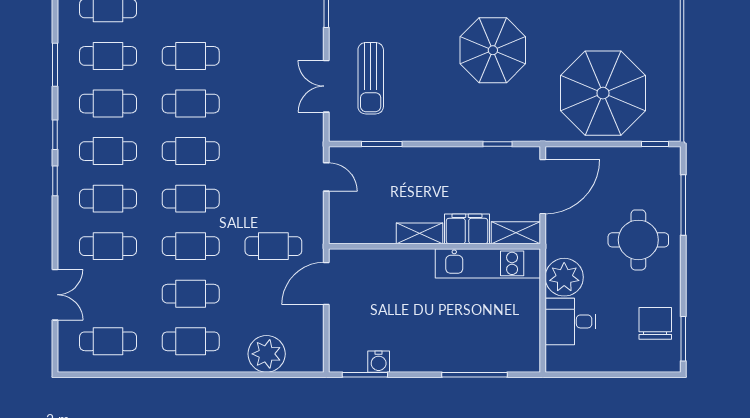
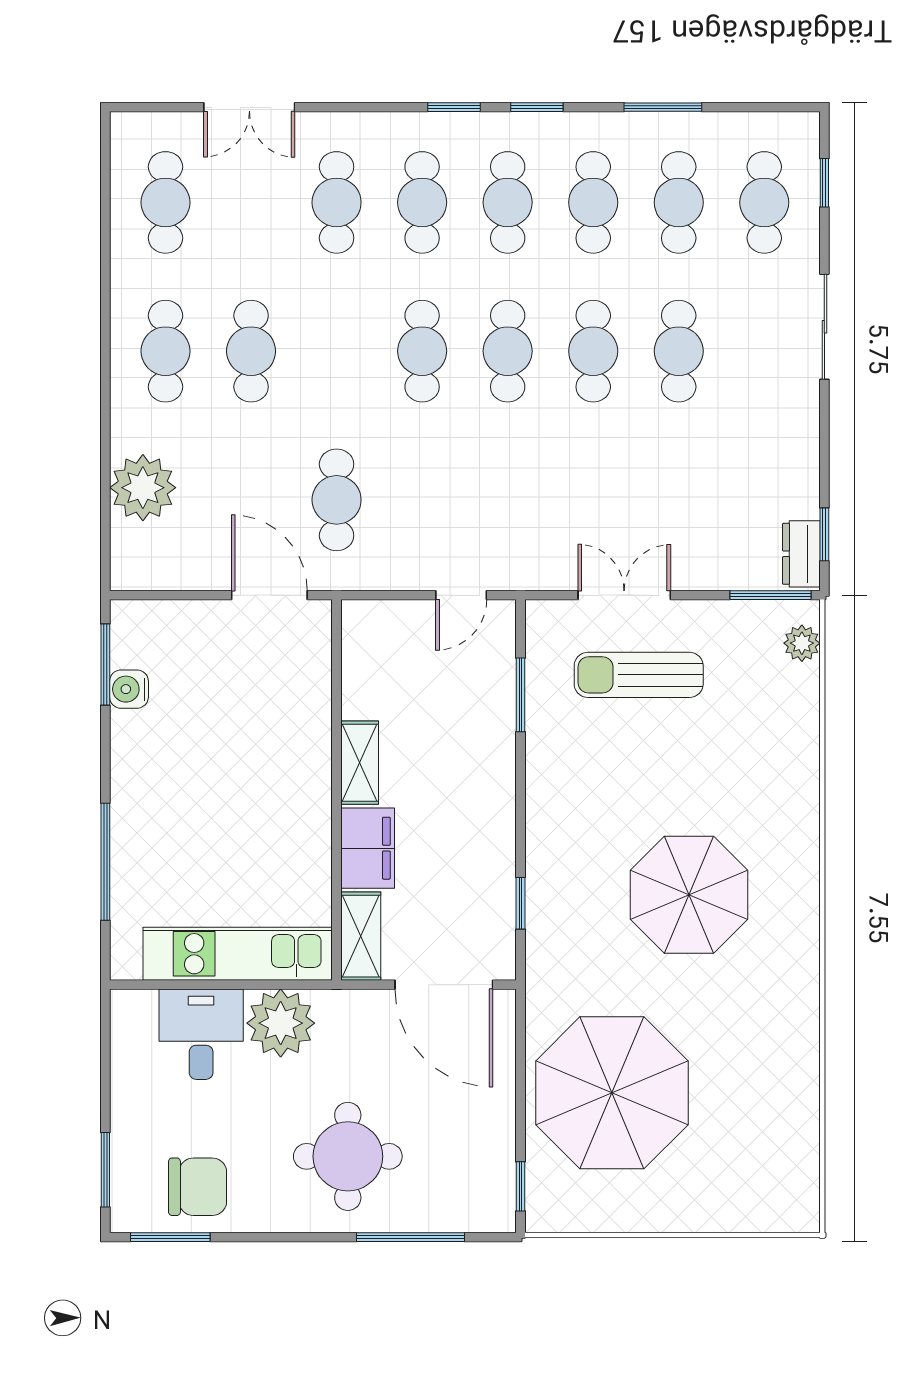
cafe table: (191, 246) -> (337, 351), removed
kitchen unit: (488, 263) -> (238, 954), moved, turned 90
window: (646, 375) -> (105, 1170), added

